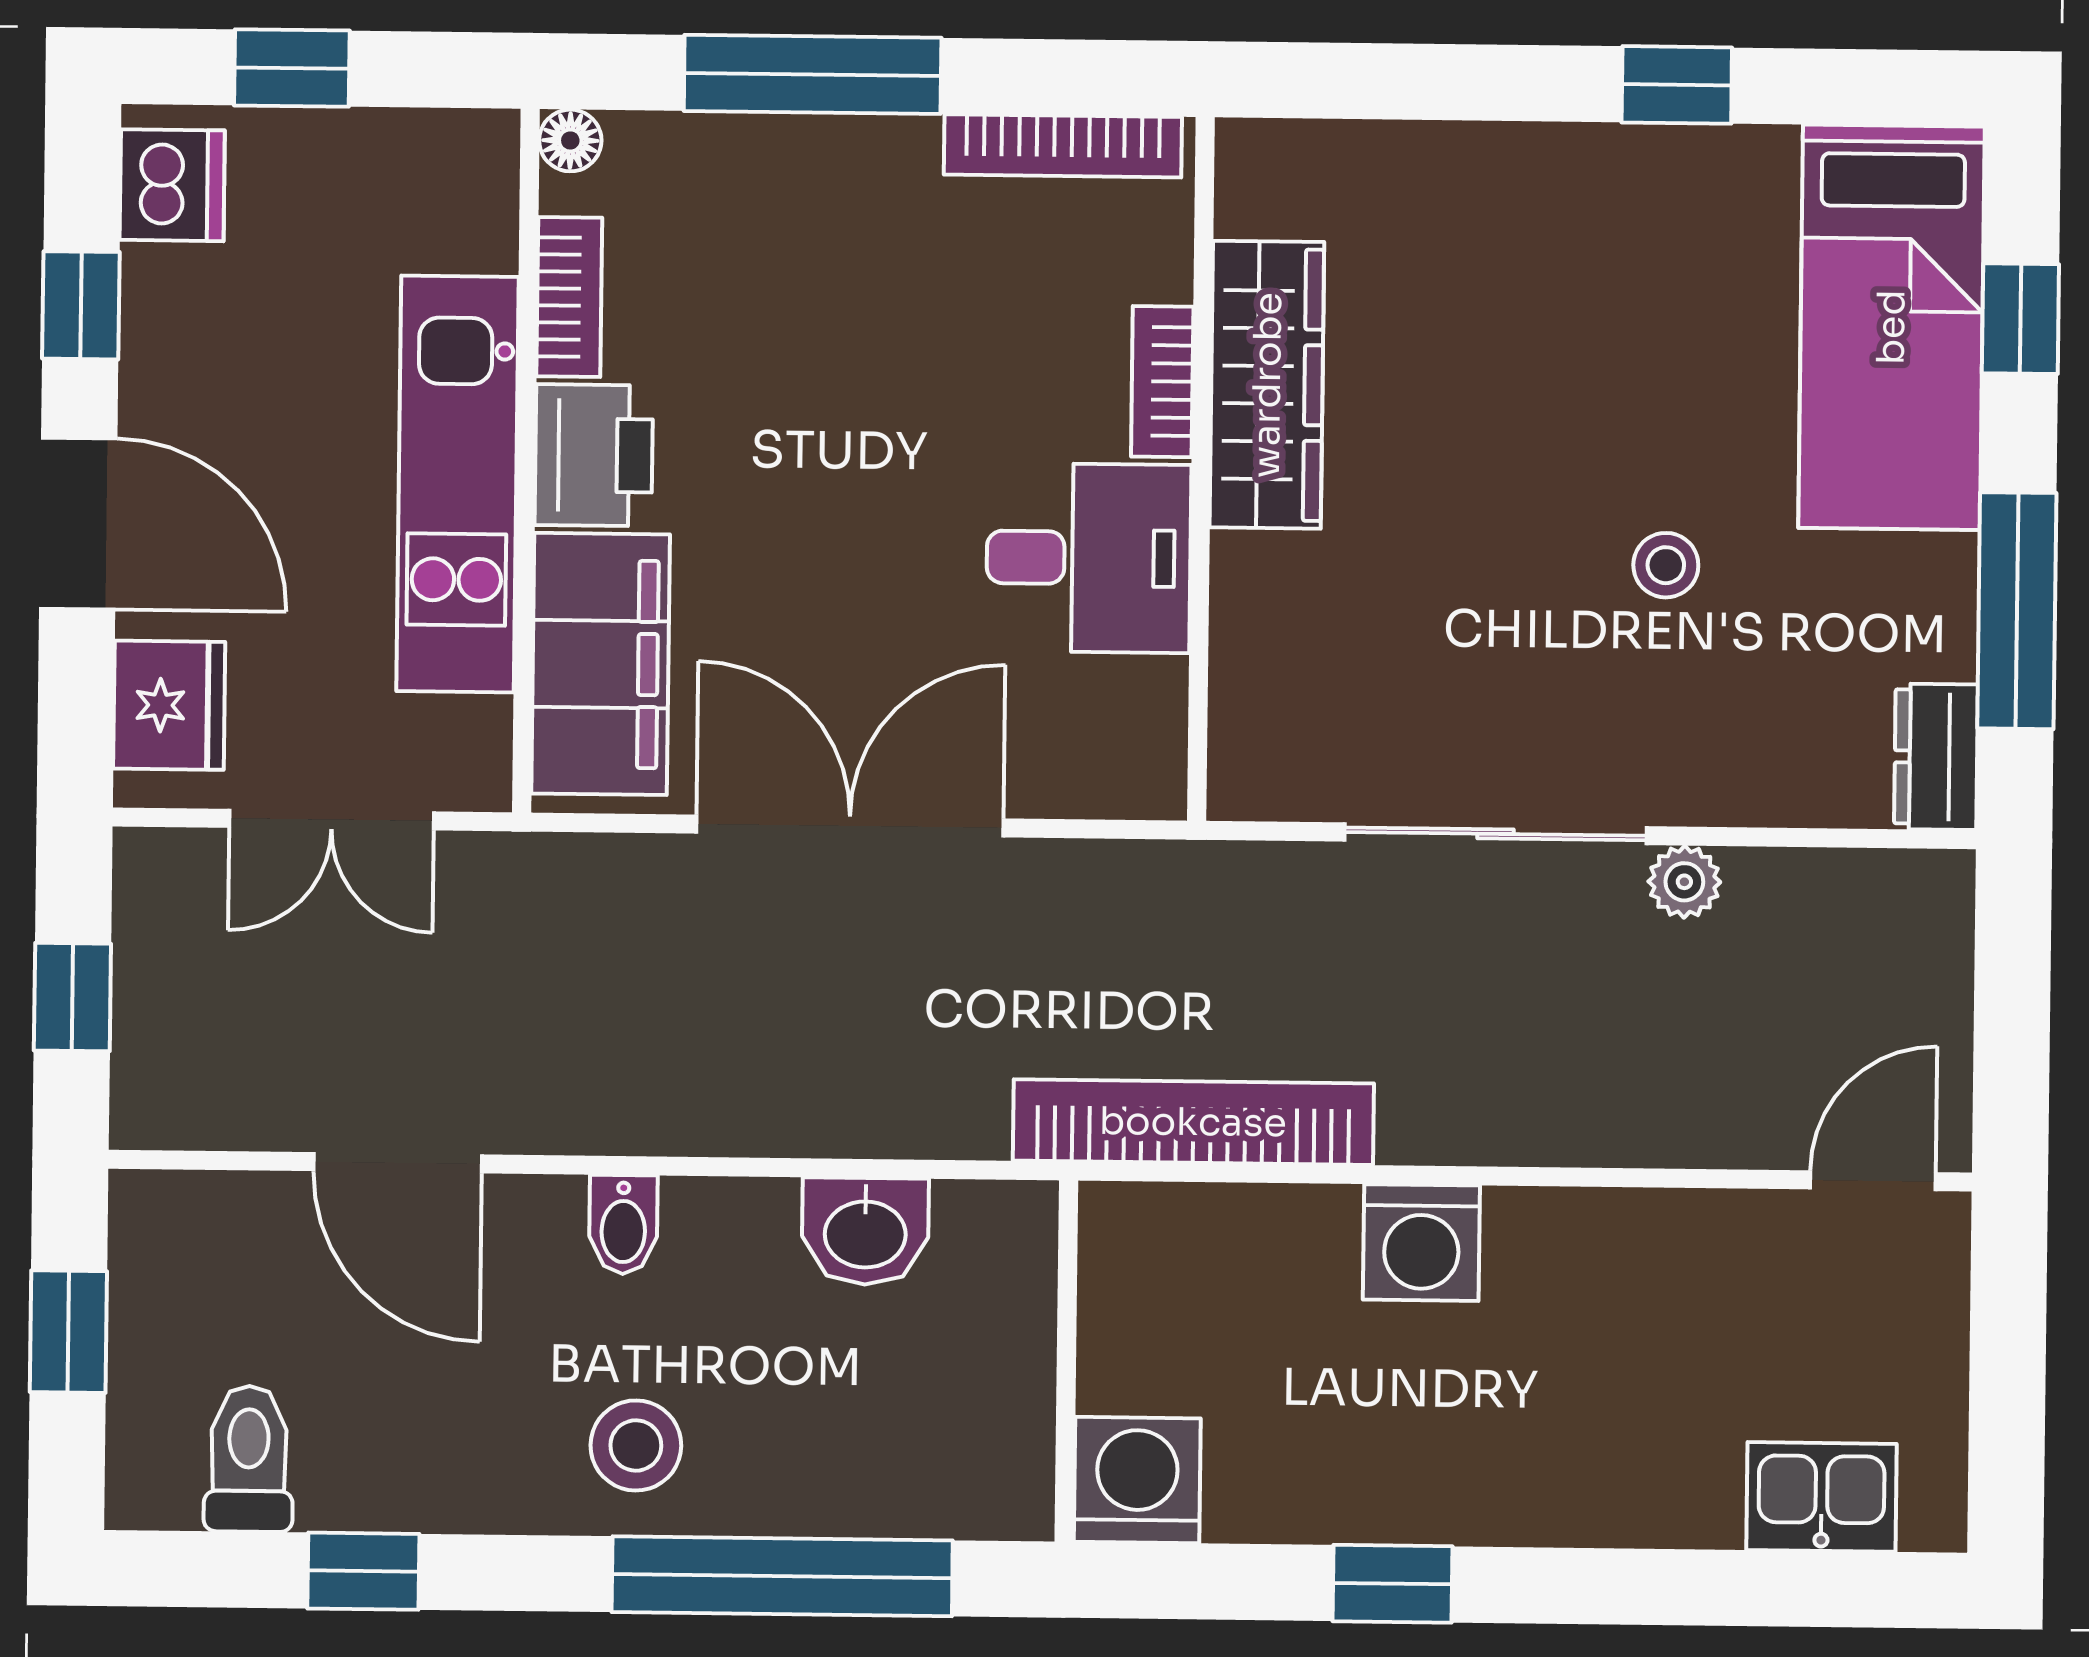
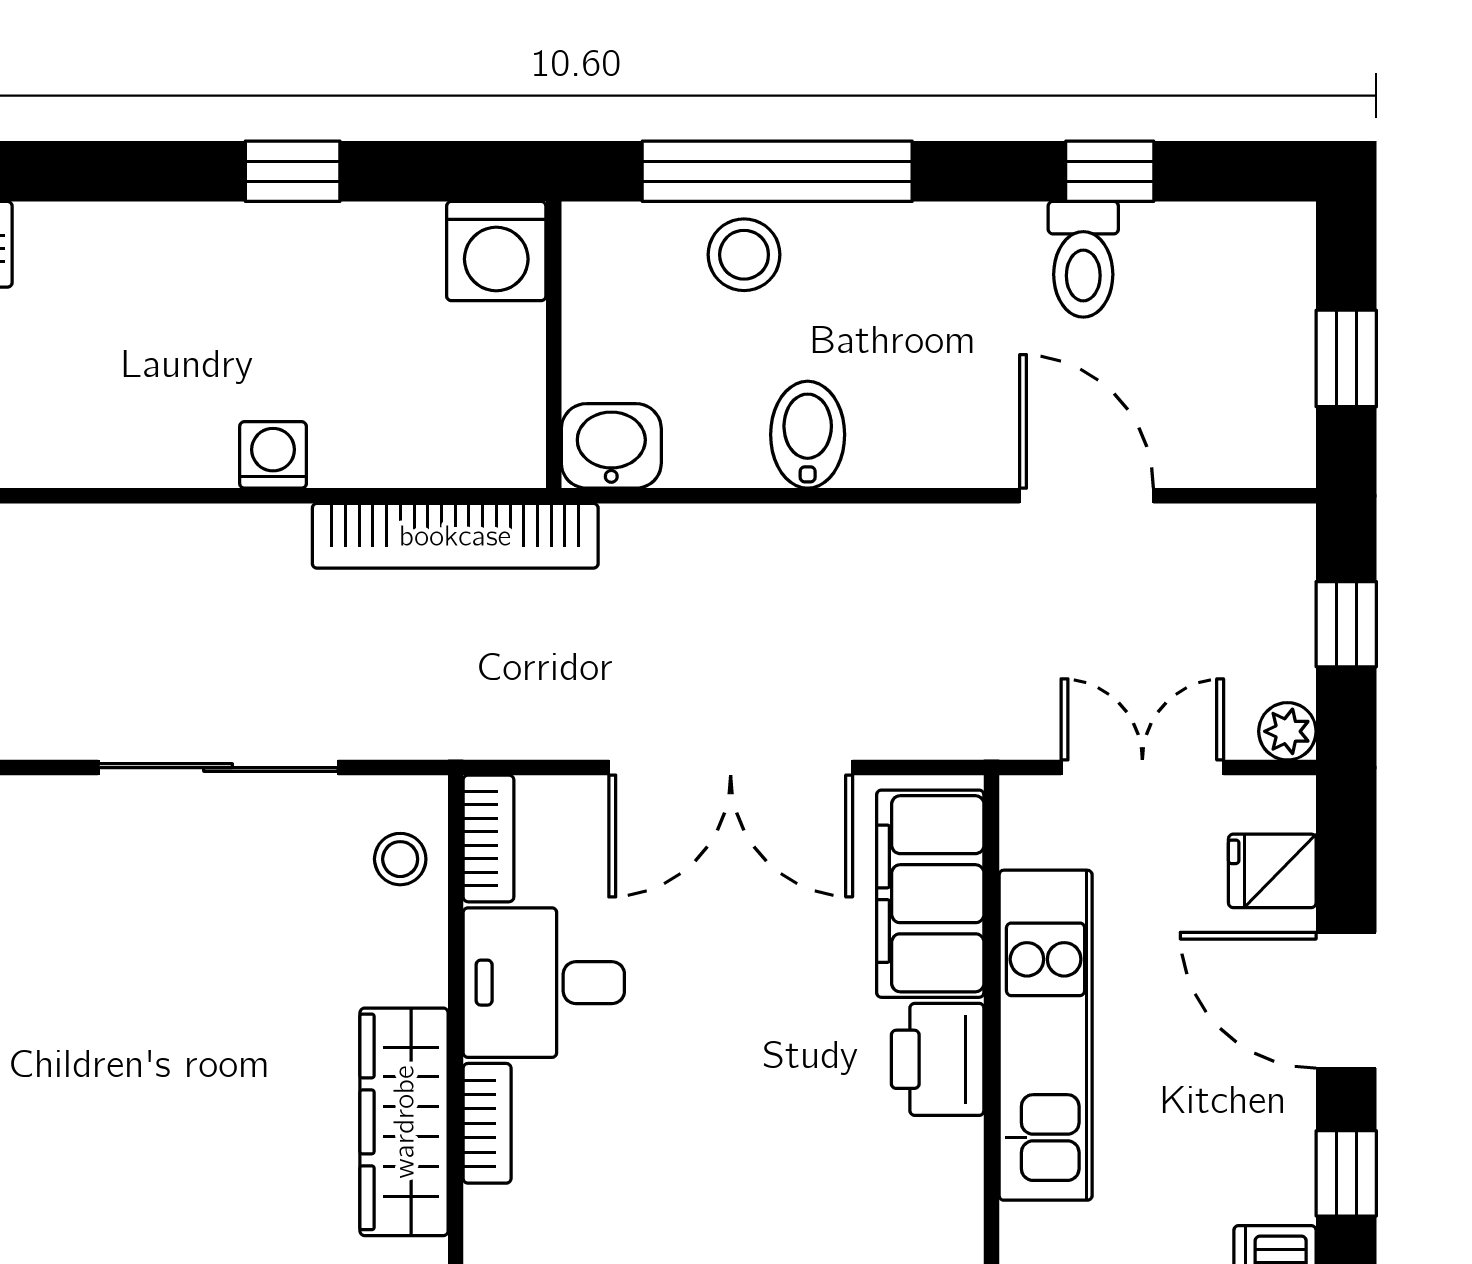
bookcase: (569, 297) -> (488, 838), moved, turned 180
stool: (1666, 565) -> (400, 859), moved
fridge: (169, 705) -> (1272, 871), width x0.72
plant: (1684, 882) -> (1287, 731), moved
bidet: (623, 1225) -> (808, 435), moved, width x1.38, depth x1.36
washbasin: (865, 1231) -> (611, 446), moved
washing machine: (1421, 1243) -> (273, 455), width x0.73, depth x0.73
stool: (636, 1445) -> (744, 255), moved
toilet: (249, 1459) -> (1083, 259), moved

